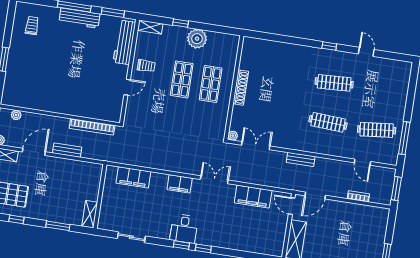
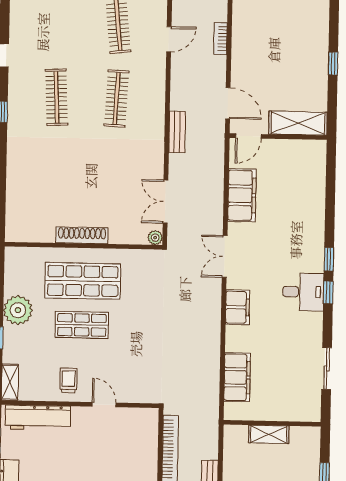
shop shelf: (211, 84) -> (83, 281), width x1.43, depth x1.36
shelving: (90, 214) -> (269, 434), moved

